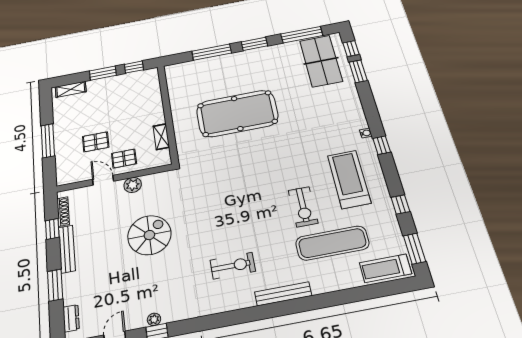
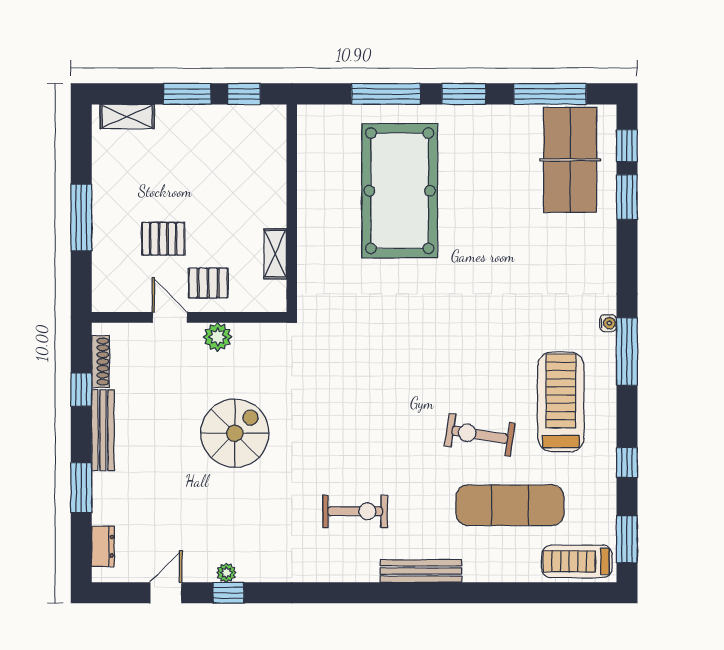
pool table: (237, 113) -> (400, 191), moved, turned 90
window: (382, 145) -> (627, 352), width x2.17
exercise bike: (303, 207) -> (480, 435), turned 99

